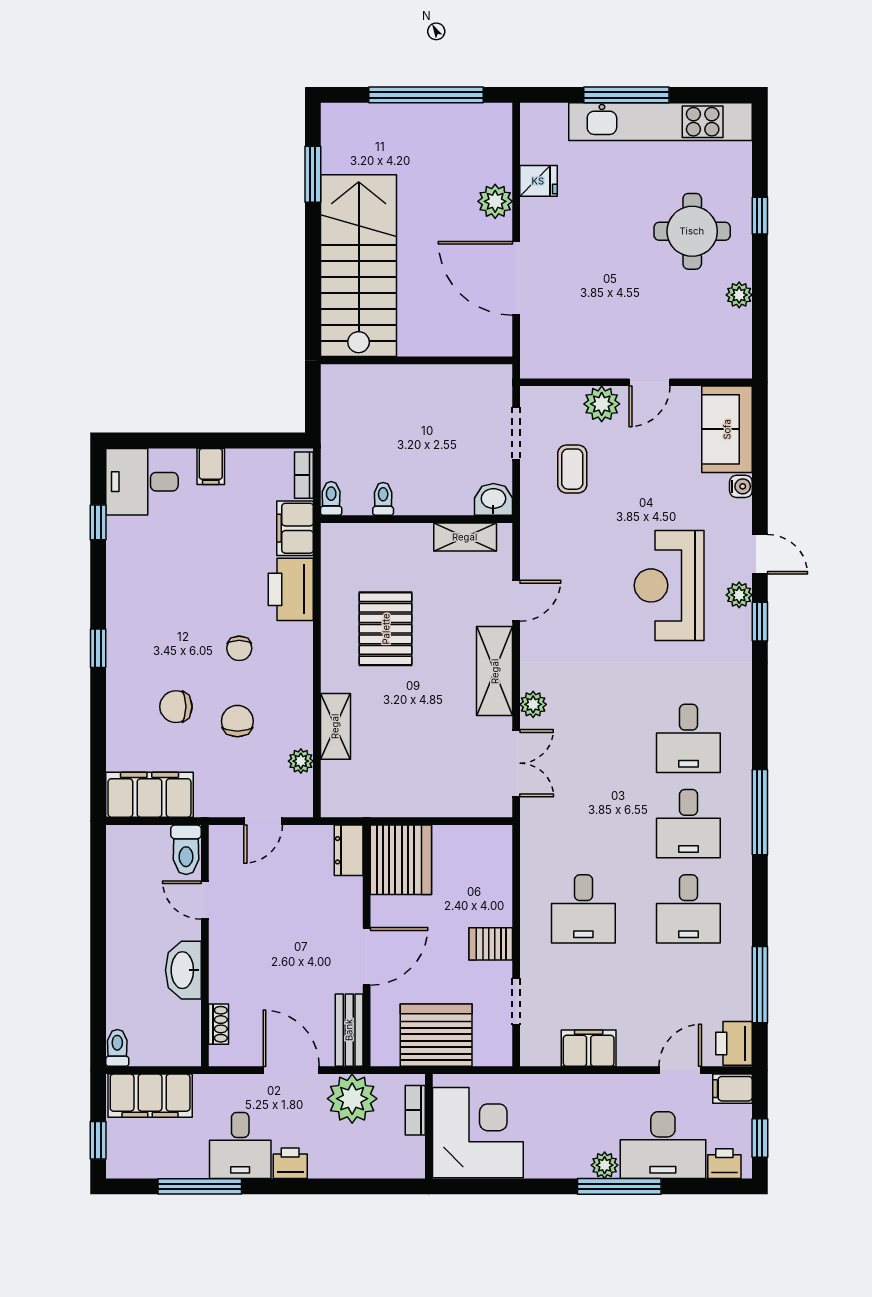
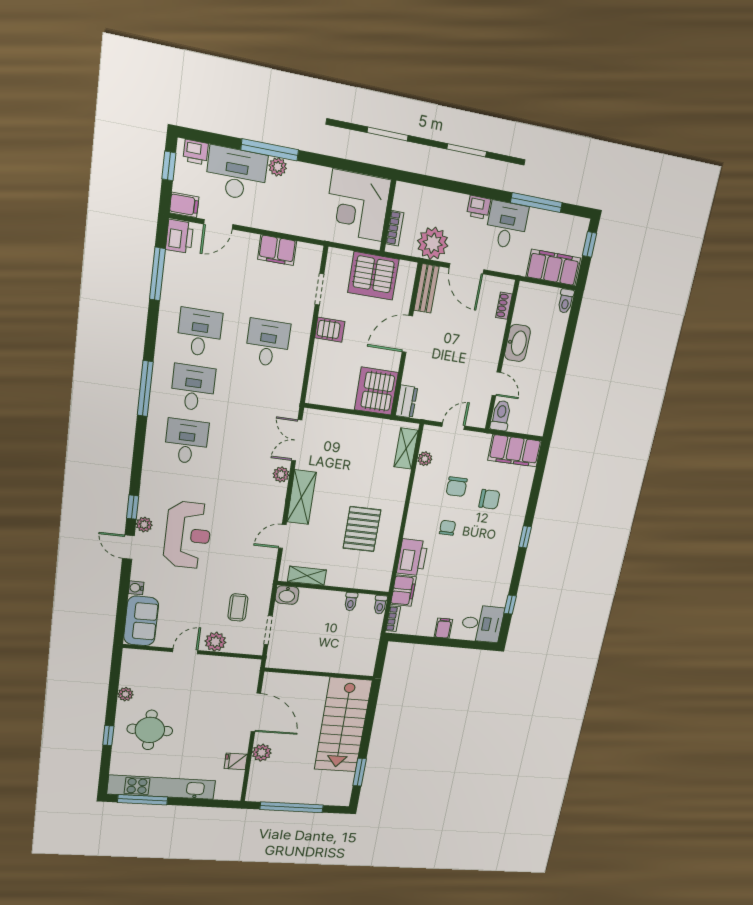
window: (626, 95) -> (143, 800), moved
shelving: (335, 726) -> (406, 448), moved

